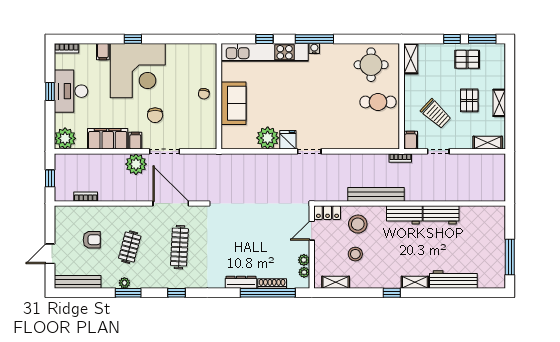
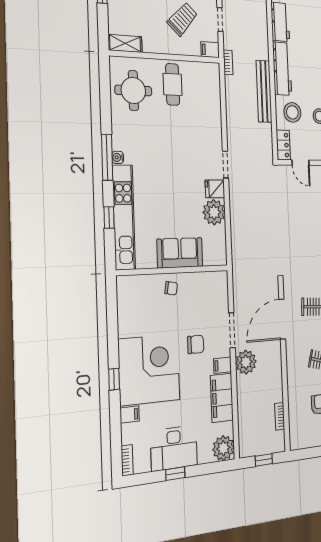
workbench: (404, 215) -> (282, 69), width x1.38

